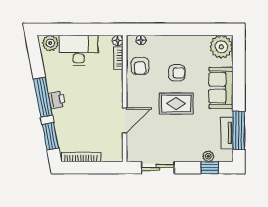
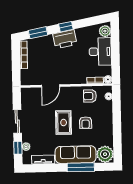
sofa: (221, 88) -> (76, 155), width x1.36
window: (43, 97) -> (66, 27), width x0.46
printer: (57, 100) -> (65, 39), width x1.87, depth x1.48
door: (125, 120) -> (51, 86), hinge flipped
window: (239, 130) -> (81, 167), moved
sliding door: (158, 168) -> (17, 122), moved

